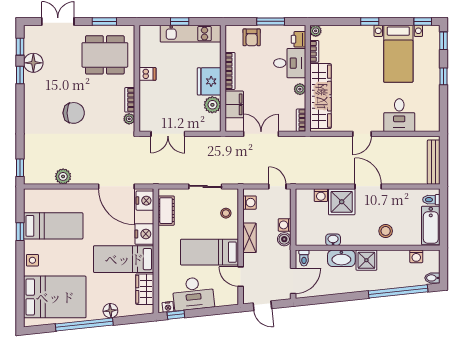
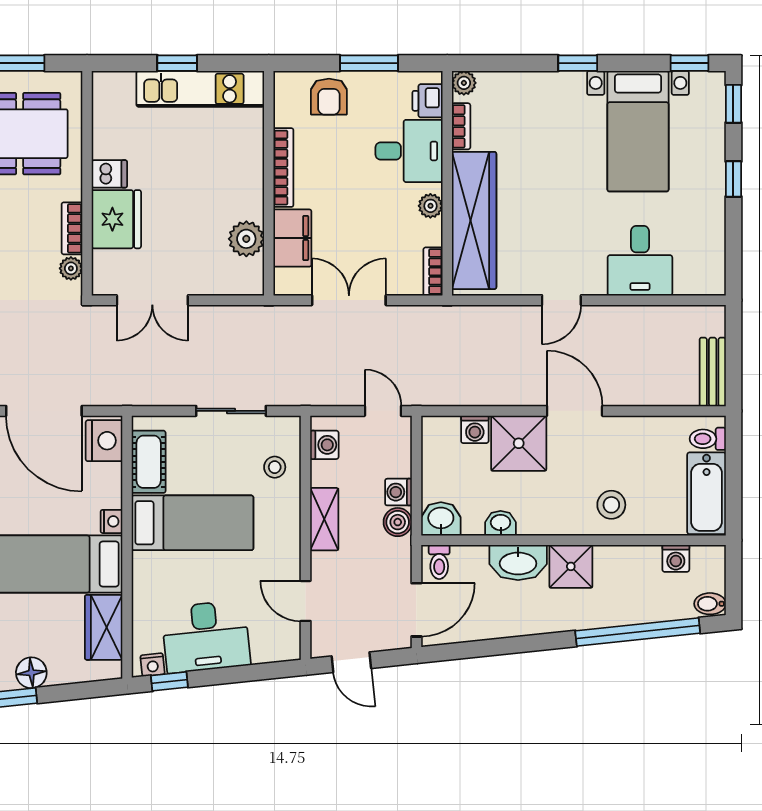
fridge: (209, 81) -> (116, 219), moved, turned 180
bench: (434, 162) -> (713, 372), width x0.73
nightstand: (144, 234) -> (112, 521), width x0.53, depth x0.56
washbasin: (305, 238) -> (441, 519), added
bed: (210, 252) -> (193, 523), moved, turned 180

